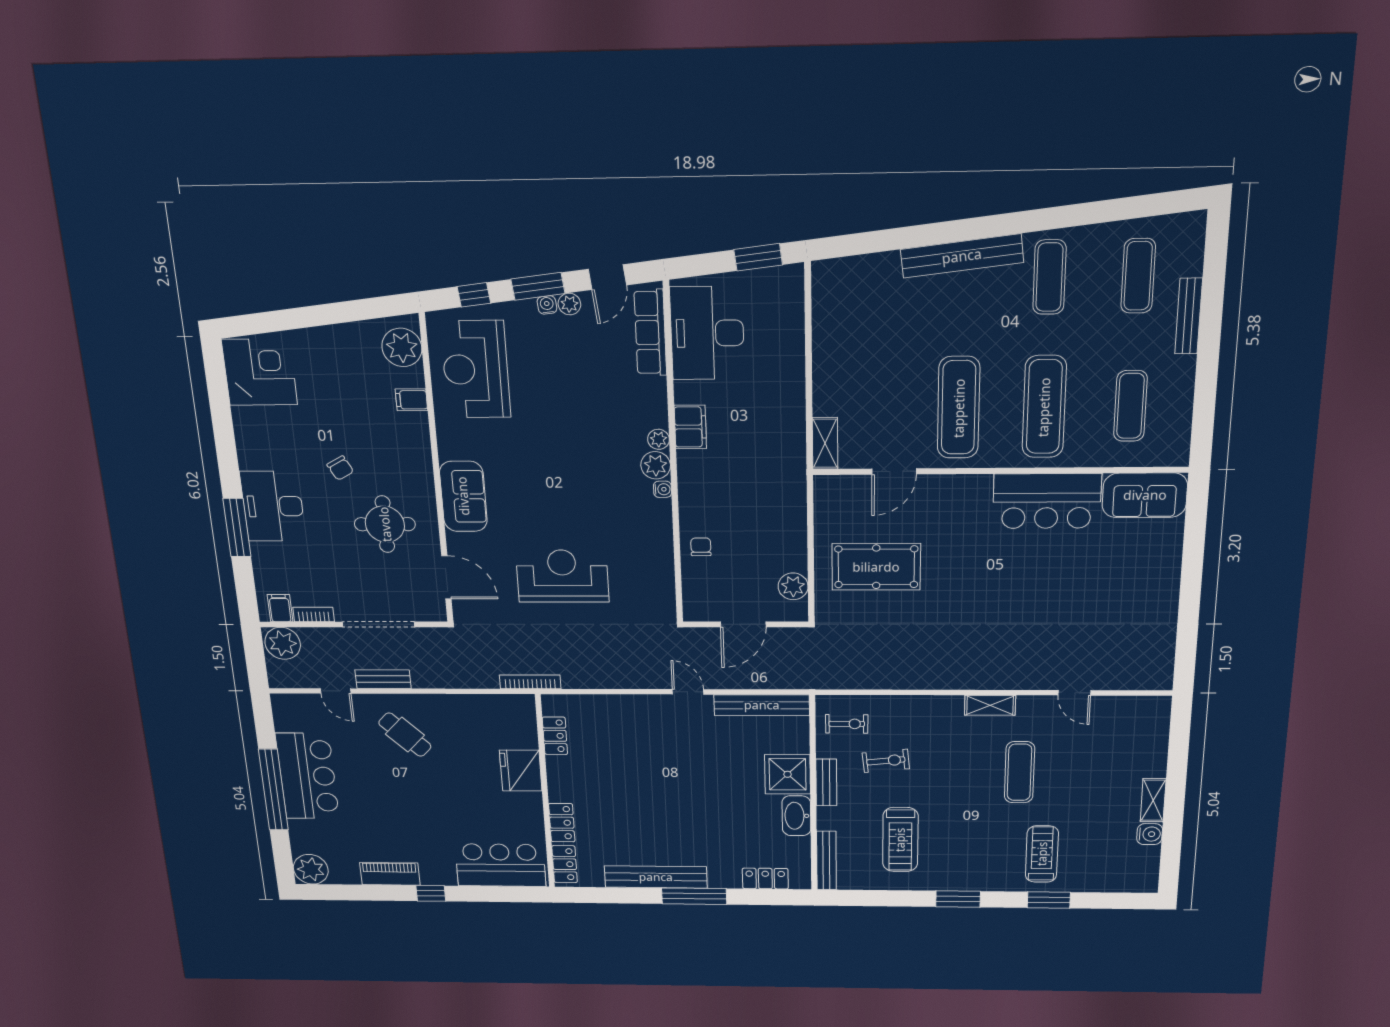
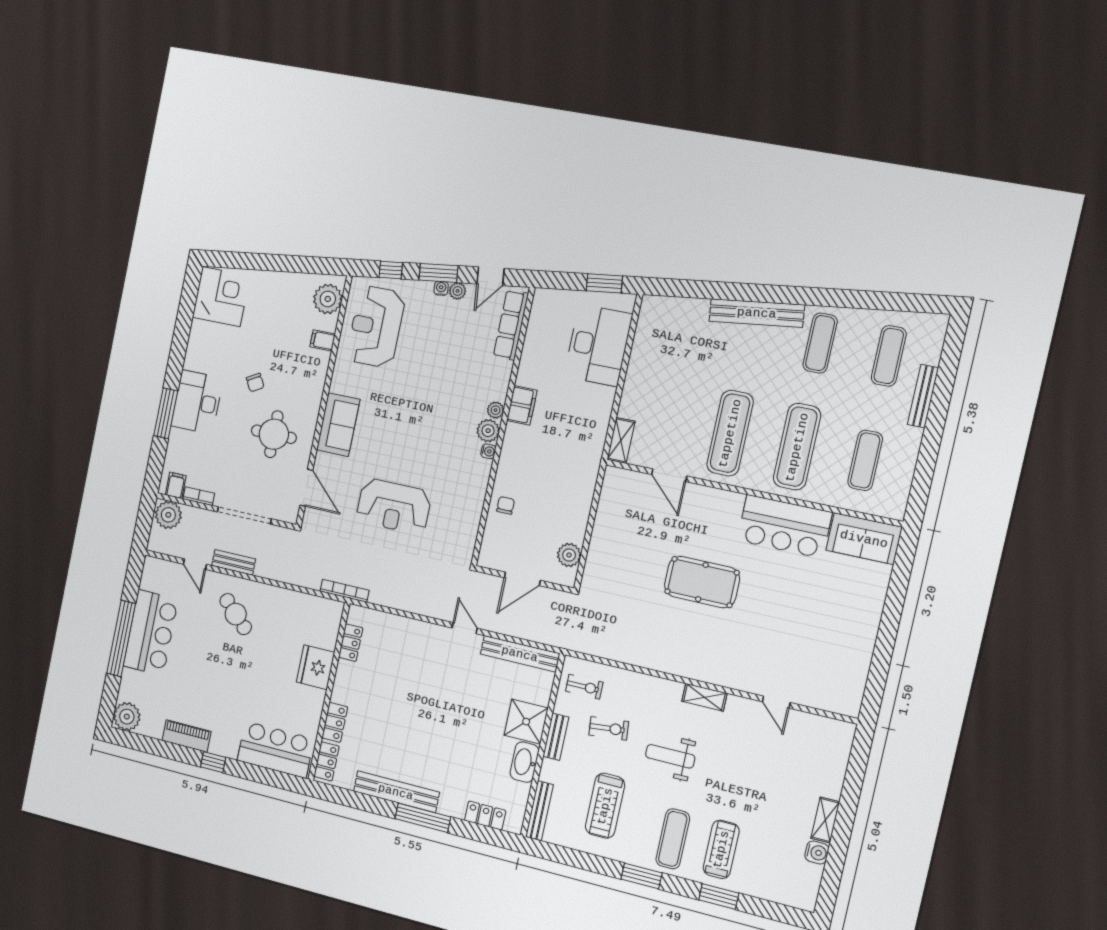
desk: (707, 333) -> (598, 345), moved, turned 180
door: (894, 472) -> (669, 475), hinge flipped
pool table: (876, 567) -> (702, 582), moved
reception desk: (562, 576) -> (394, 506), turned 180
exercise mat: (1019, 772) -> (673, 839), moved
weight bench: (964, 774) -> (670, 756), added

